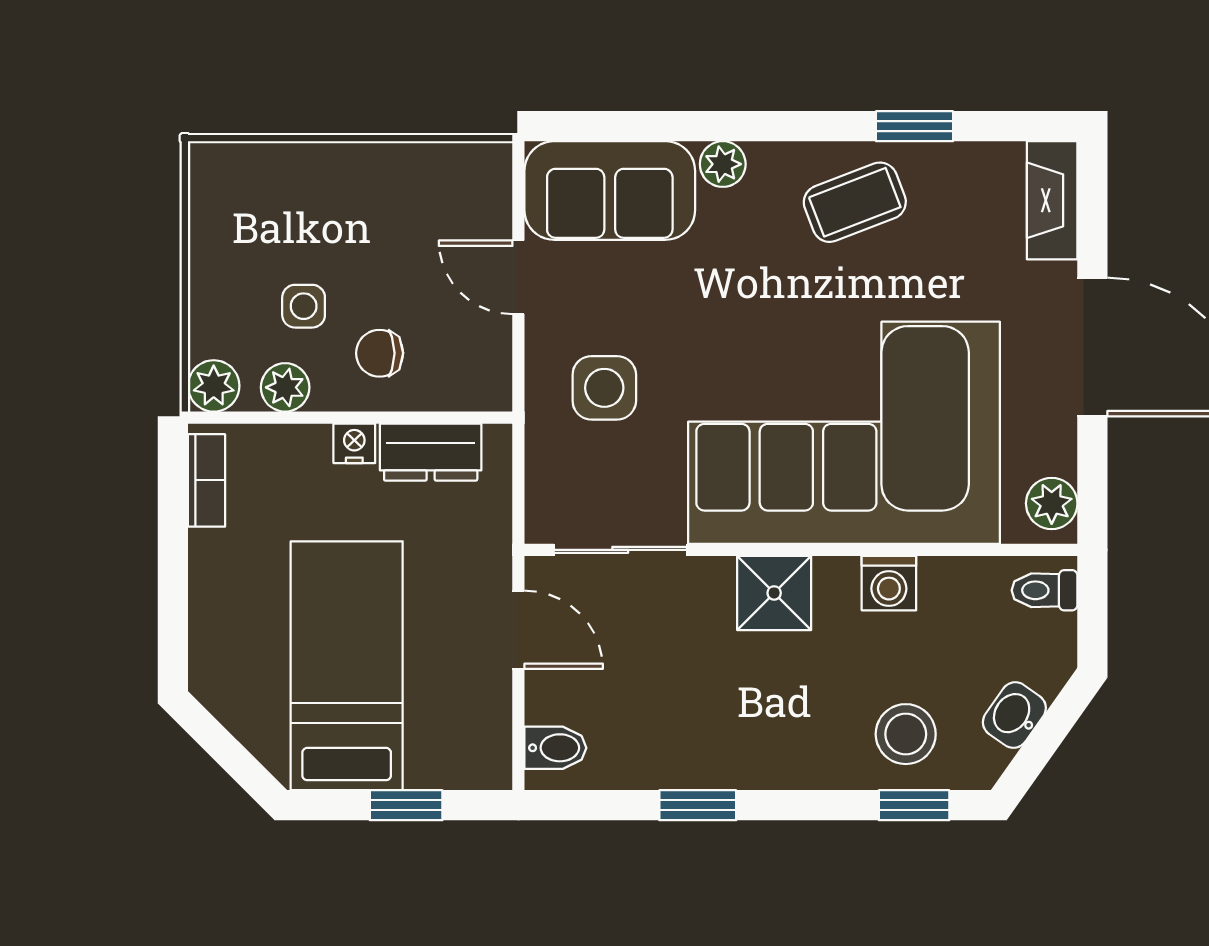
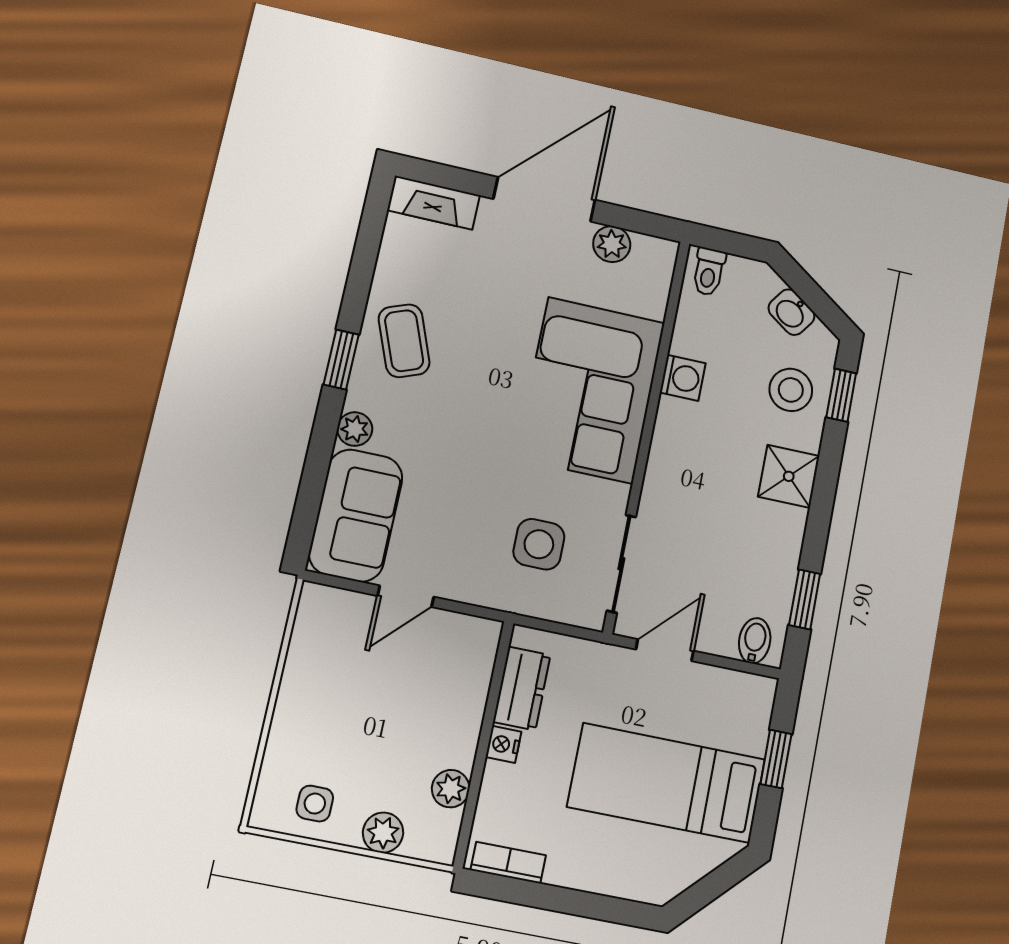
window: (915, 126) -> (341, 360), moved
side table: (304, 306) -> (315, 804), moved
chair: (380, 353) -> (440, 712), removed
plant: (214, 386) -> (383, 833), moved
side table: (604, 388) -> (539, 544), moved
corner sofa: (844, 433) -> (590, 390), width x0.73, depth x0.74
plant: (1052, 503) -> (612, 244), moved
shower: (774, 593) -> (789, 476), moved
window: (698, 805) -> (805, 599), moved

